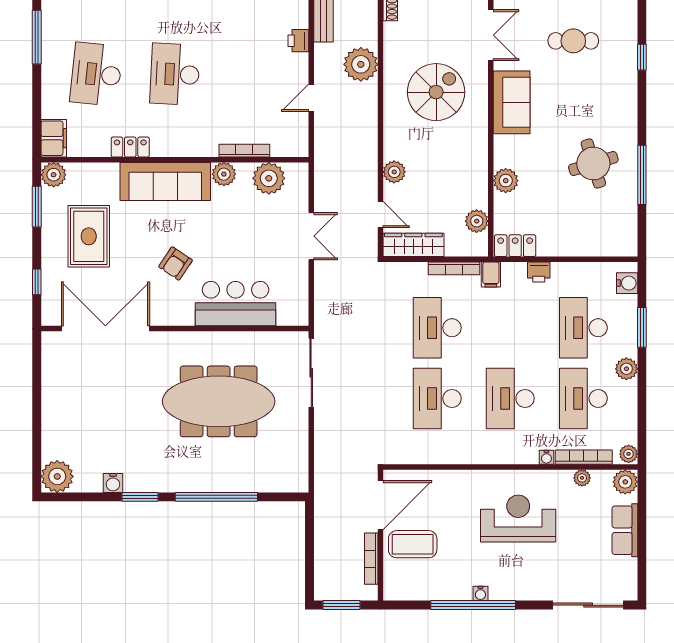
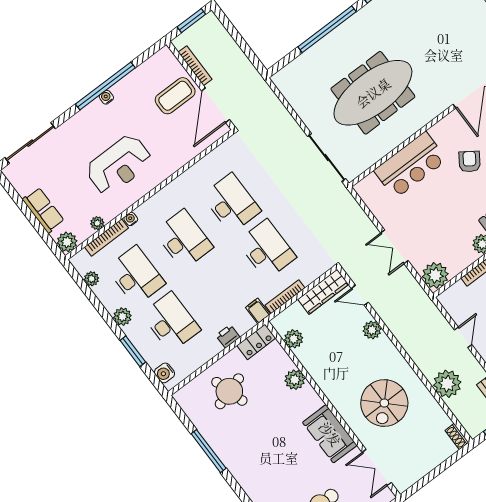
round table: (593, 164) -> (229, 391), moved
plant: (269, 178) -> (435, 275), moved
plant: (629, 454) -> (92, 279), moved

